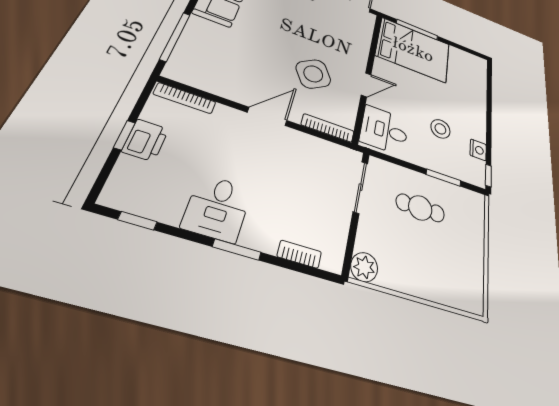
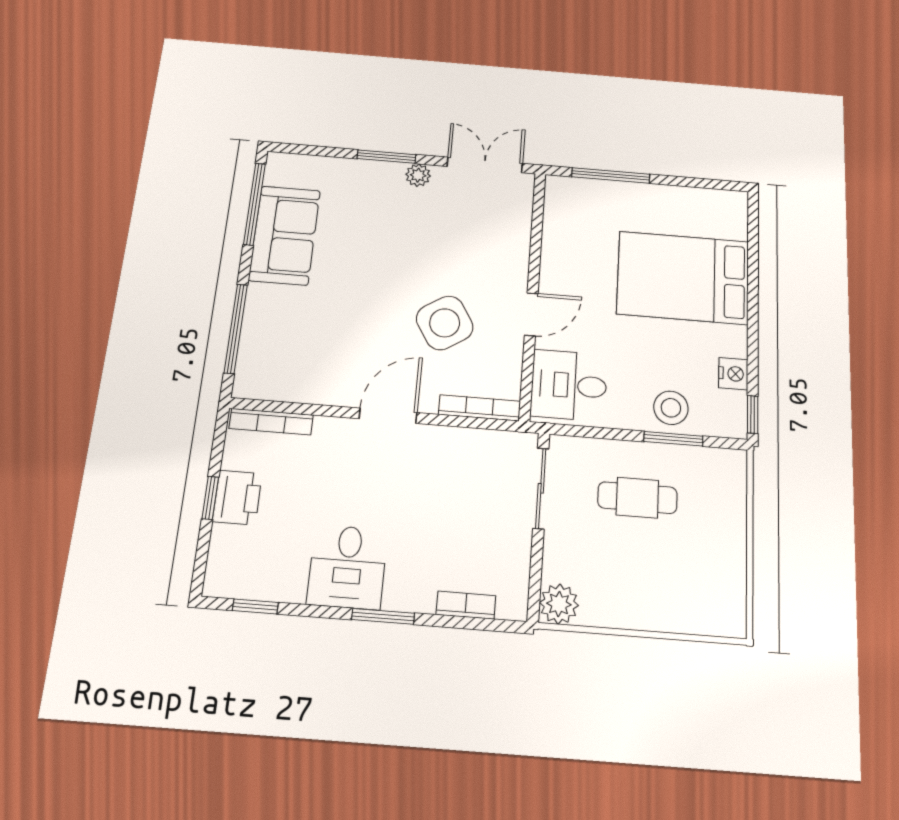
bed: (413, 50) -> (683, 278), moved, turned 180
stool: (440, 129) -> (671, 408), moved

